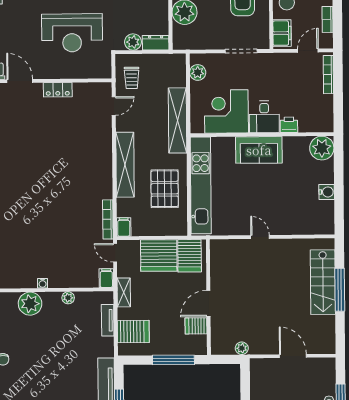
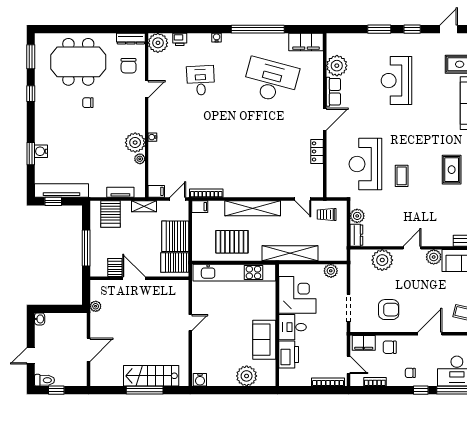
printer: (289, 125) -> (289, 354), width x1.87, depth x1.48
plant: (322, 148) -> (247, 376), moved
sofa: (259, 150) -> (264, 340), moved
water cooler: (327, 192) -> (200, 380), moved
plant: (30, 304) -> (135, 143), moved

